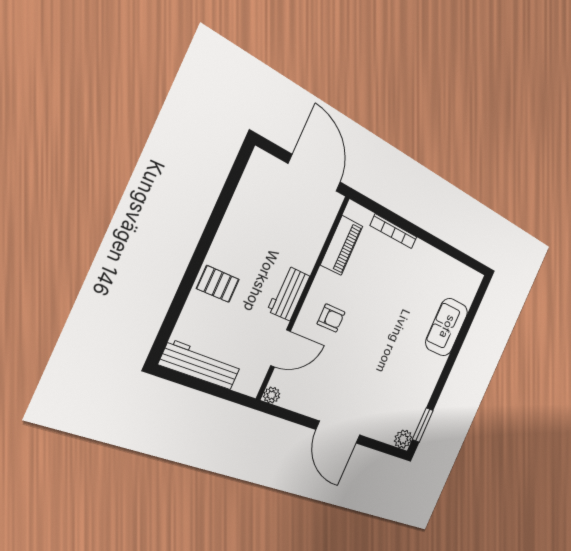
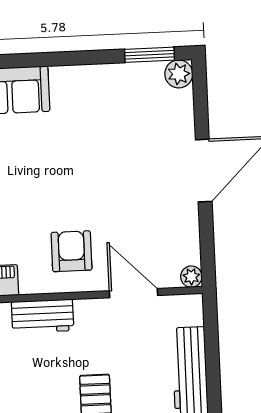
workbench: (289, 293) -> (43, 316), moved
armchair: (331, 318) -> (71, 251), width x1.38, depth x1.38

